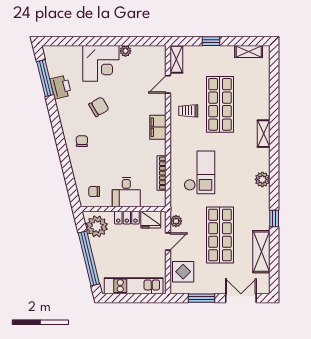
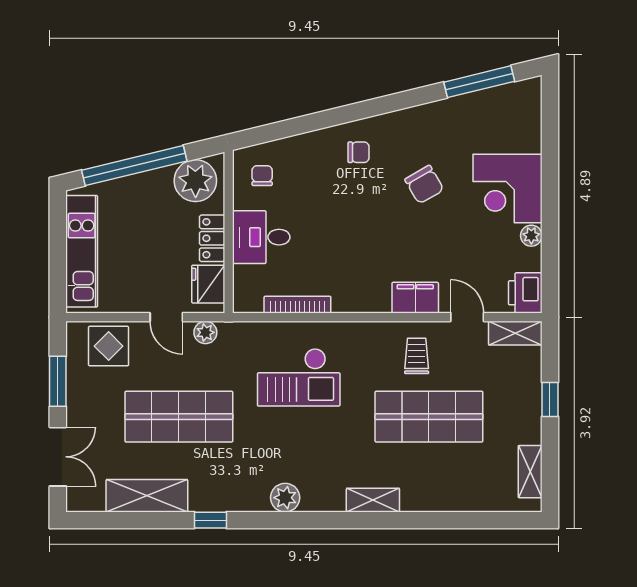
printer: (61, 87) -> (525, 293), moved, turned 104
filing cabinet: (158, 127) -> (415, 298), moved

